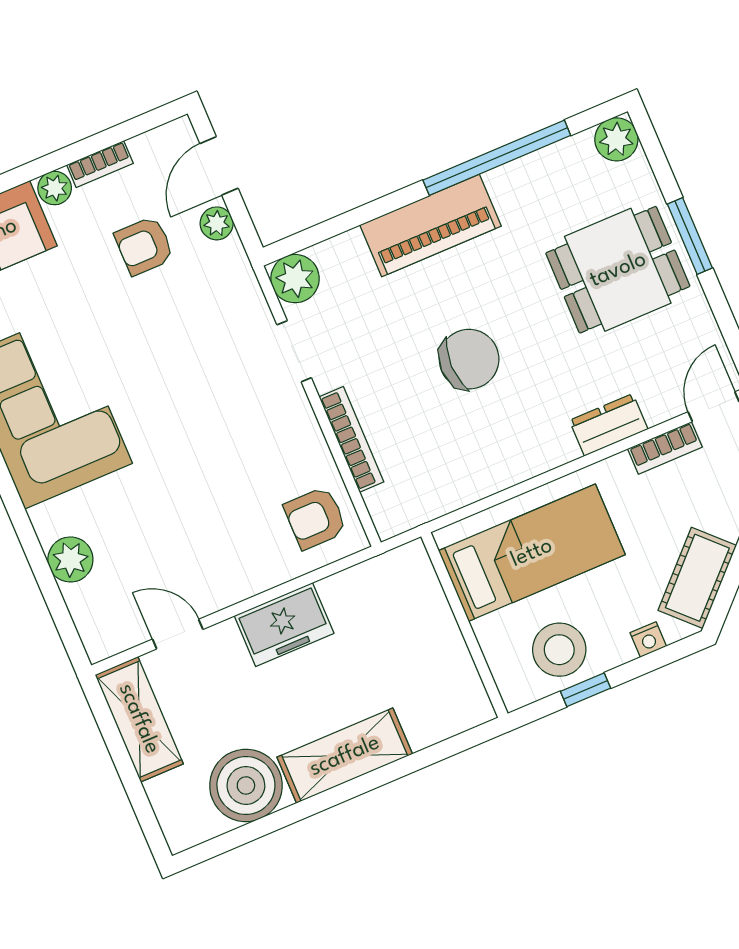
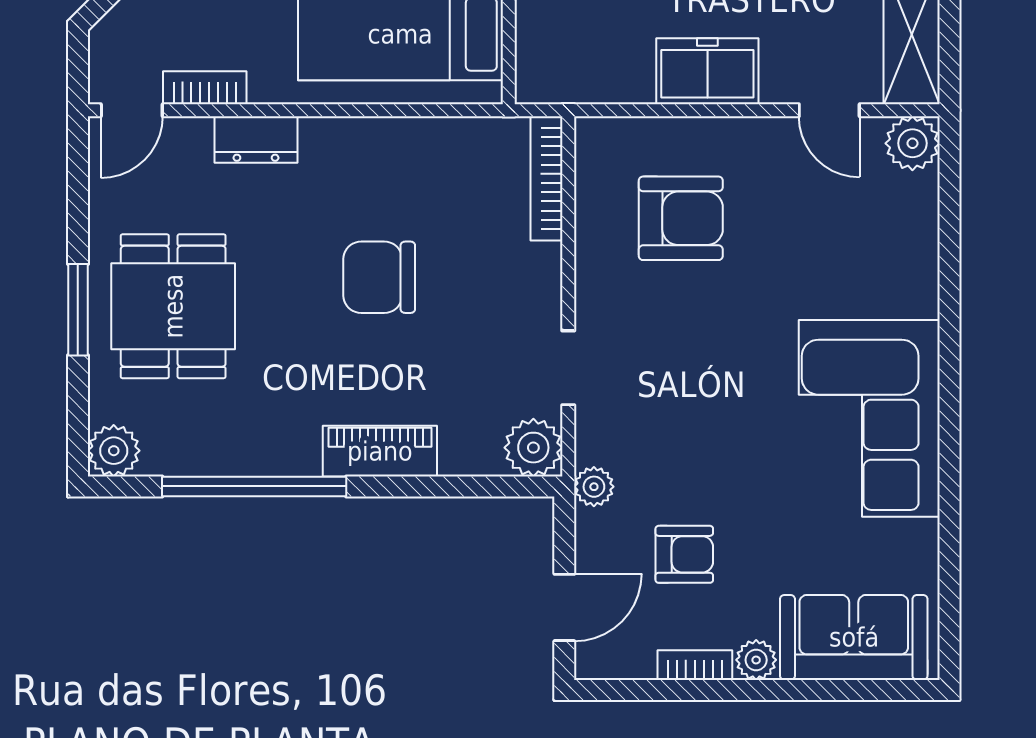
plant: (217, 223) -> (594, 487), moved
piano: (431, 226) -> (380, 451), width x0.73, depth x0.75
dining table: (618, 270) -> (173, 306), turned 90
bookcase: (351, 439) -> (546, 178), moved
armchair: (315, 518) -> (681, 218), moved, width x1.38, depth x1.38
plant: (70, 559) -> (912, 143), moved

